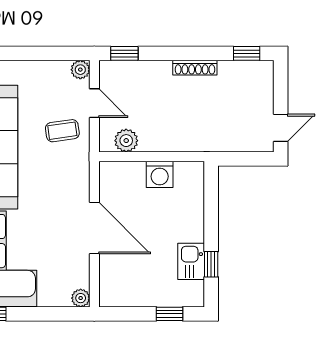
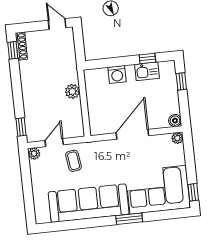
shoe rack: (195, 68) -> (21, 46), moved
plant: (126, 141) -> (72, 91), moved
washing machine: (160, 174) -> (117, 74), moved, turned 90
boiler: (109, 297) -> (175, 121), added

